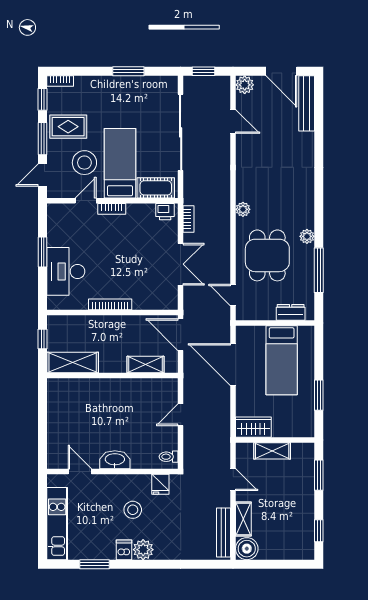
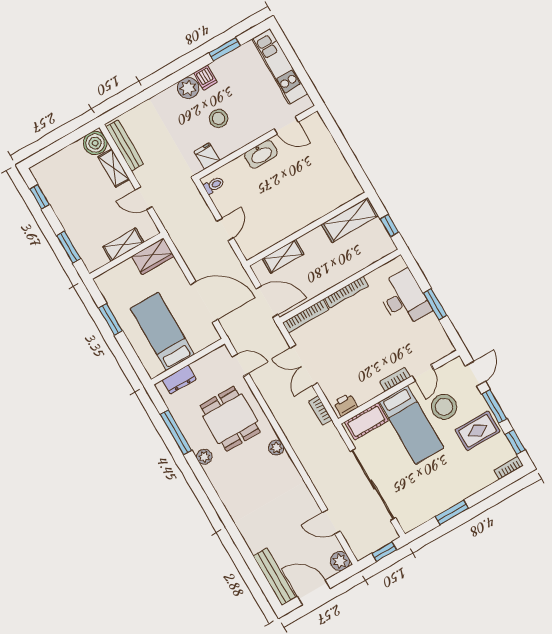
bookcase: (155, 304) -> (306, 316), added

